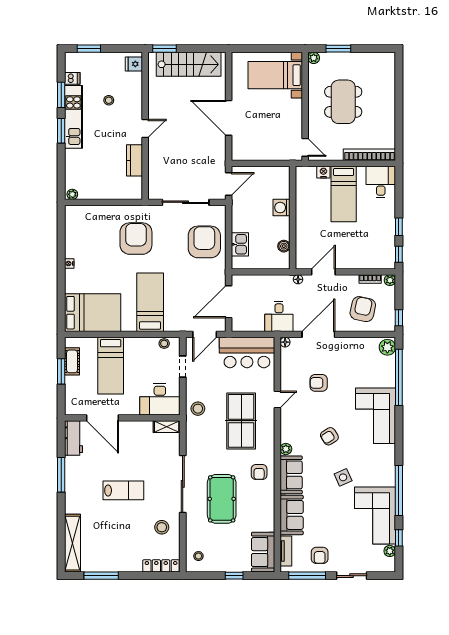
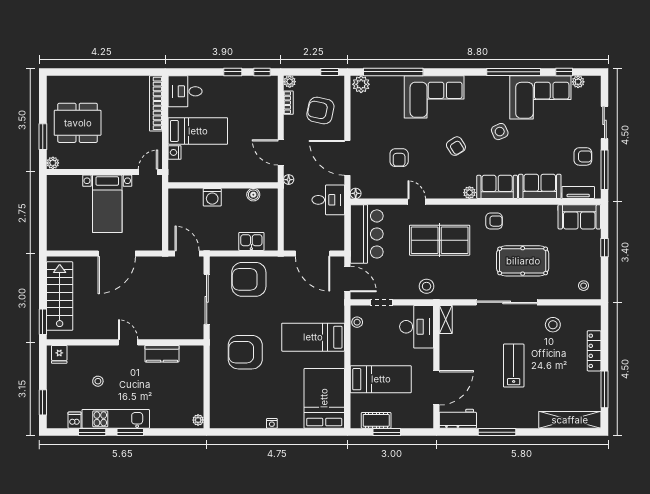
bed with nightstands: (275, 75) -> (107, 204), moved
dining table: (343, 102) -> (78, 123), moved
locker: (161, 566) -> (594, 351), moved

